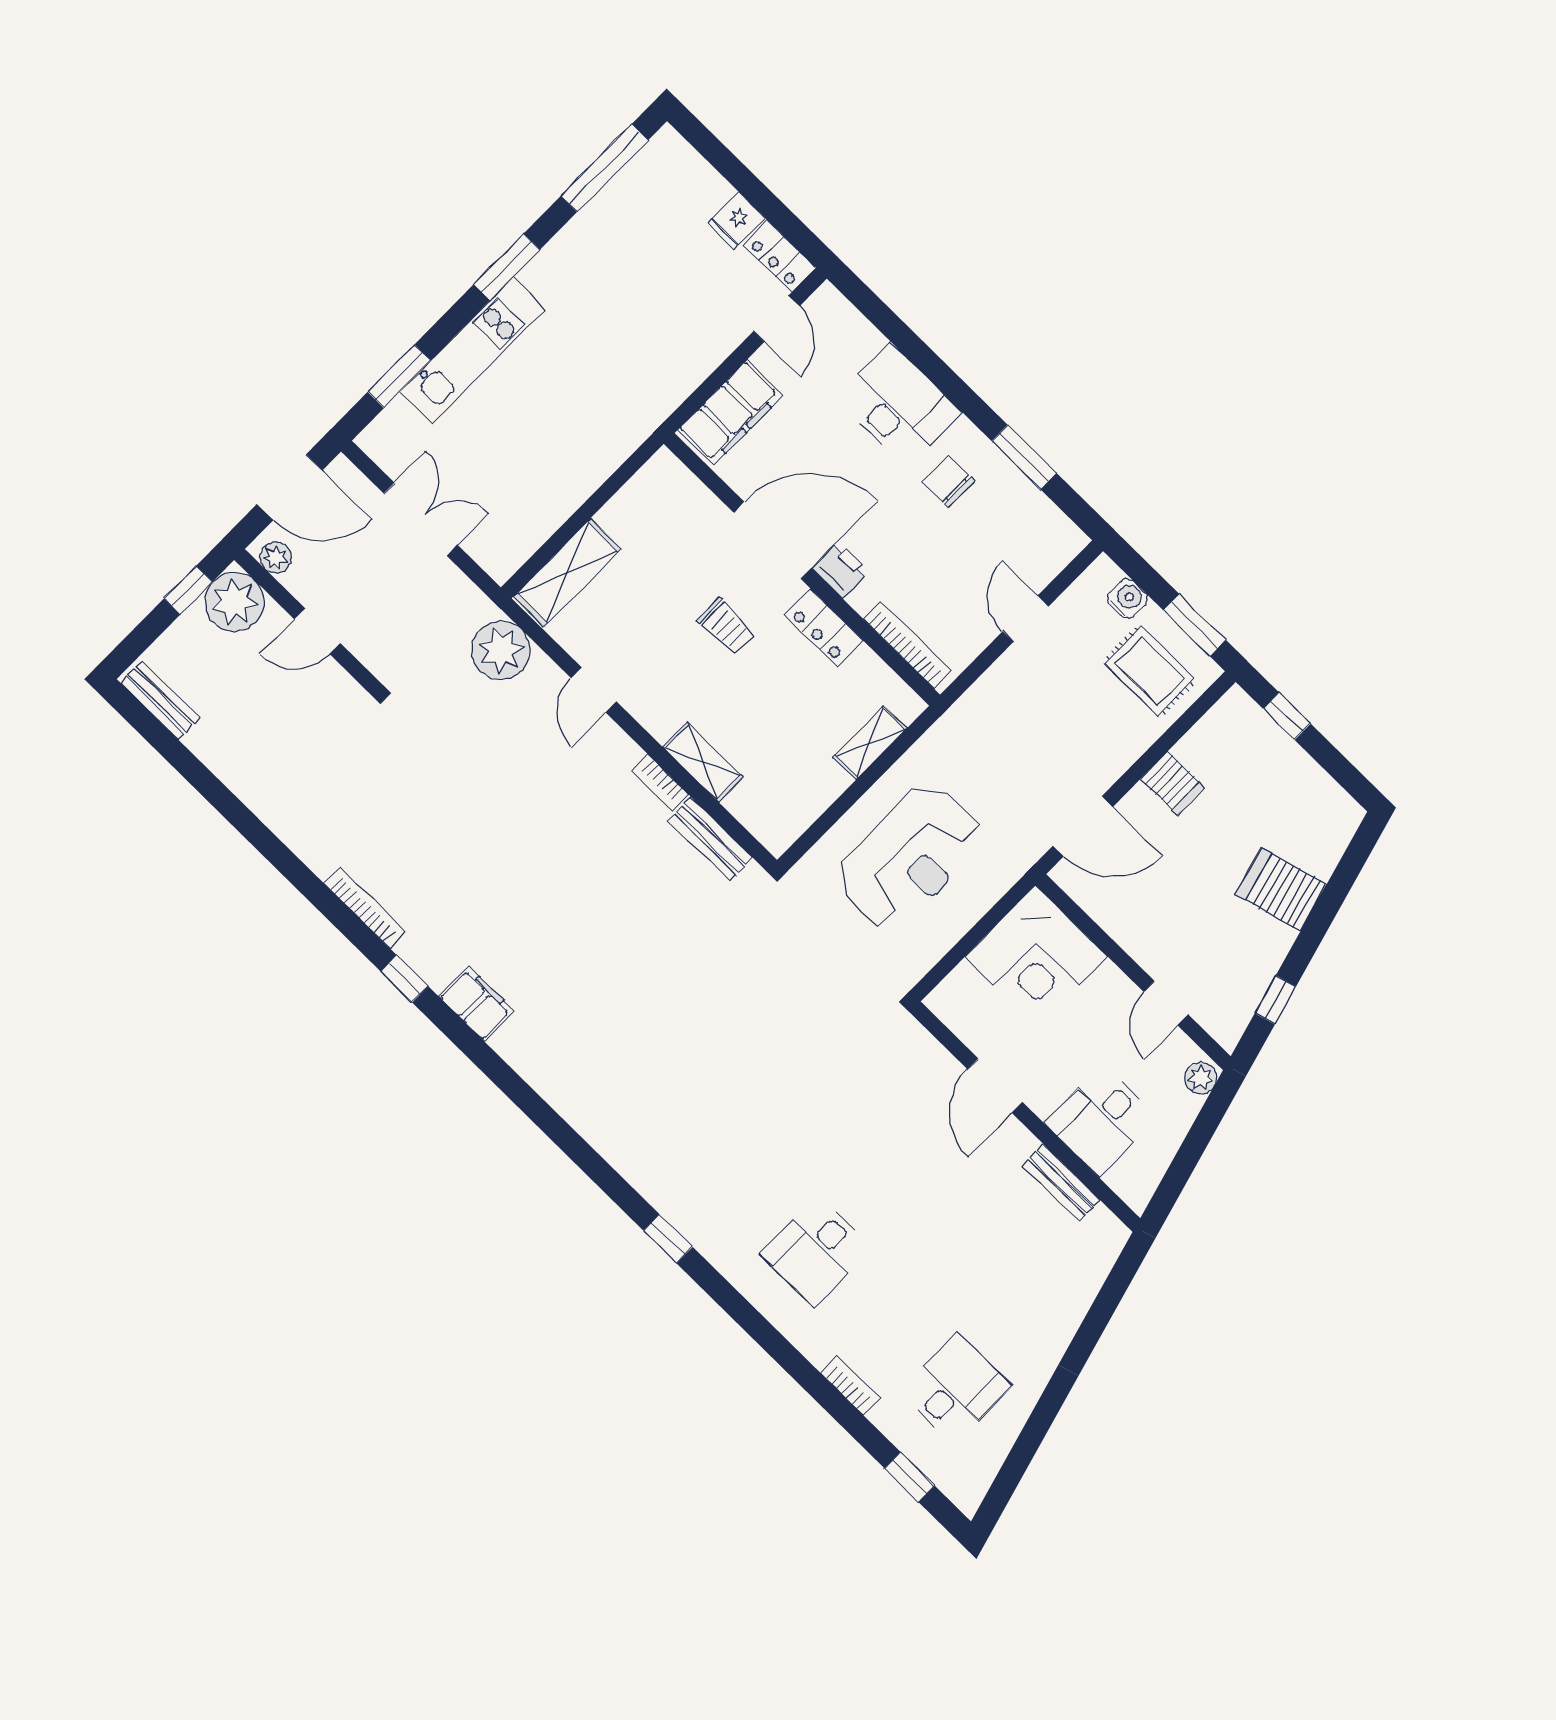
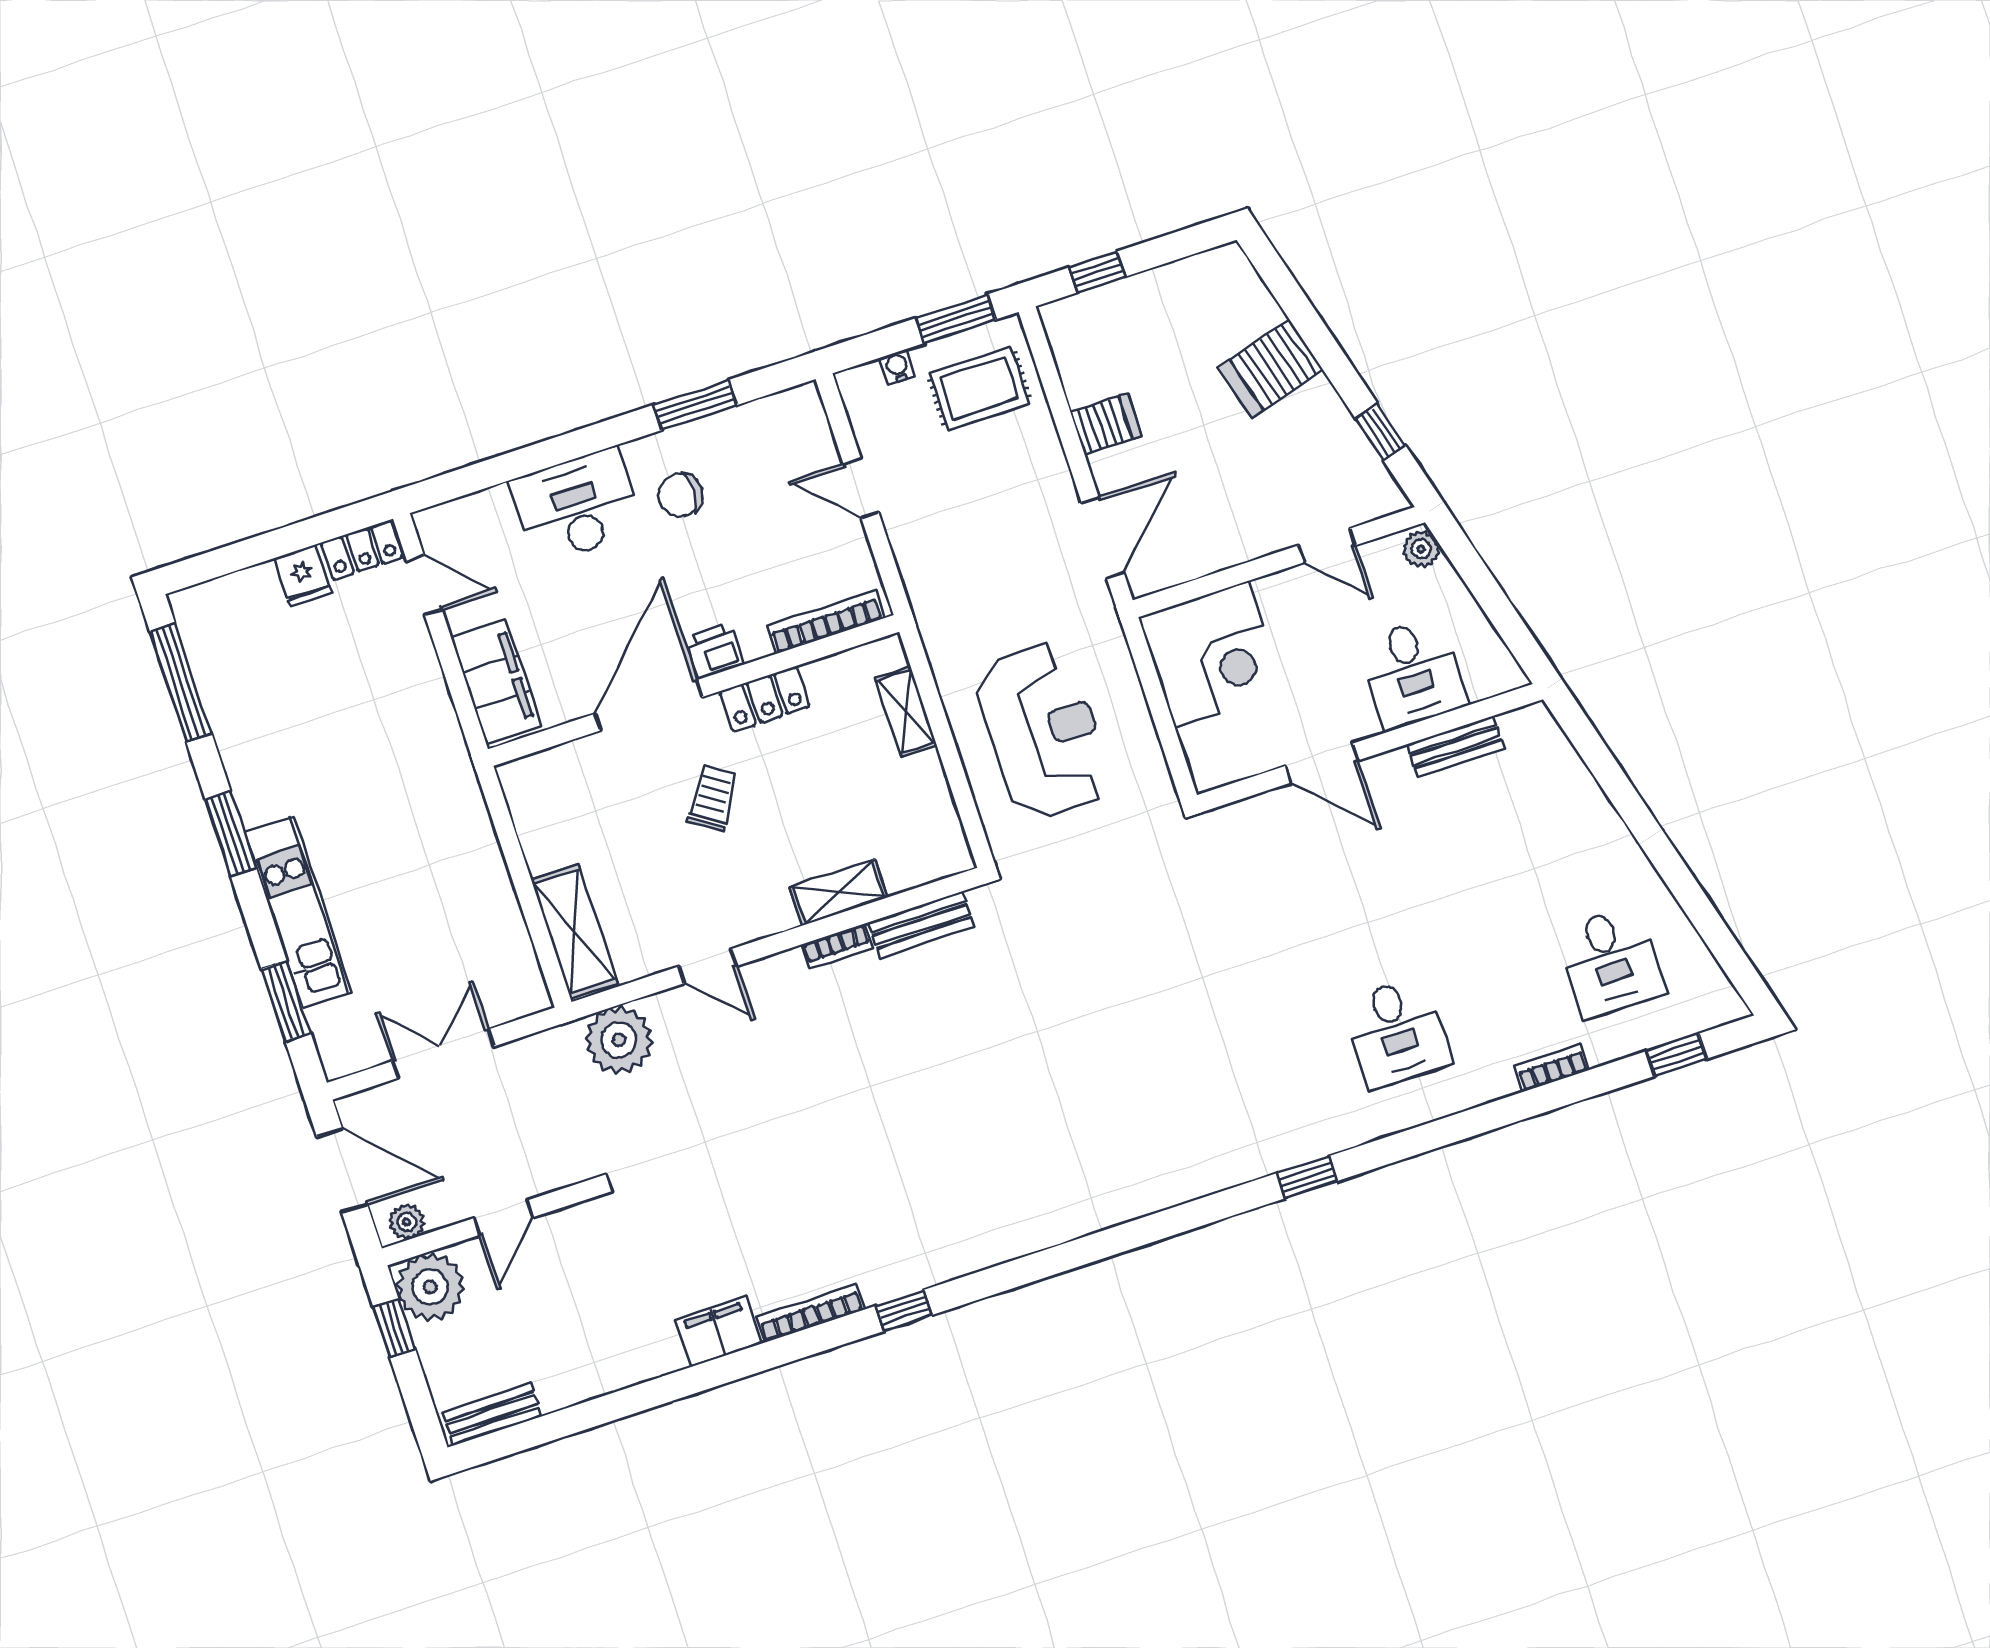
door: (290, 487) -> (342, 1171), hinge flipped
water cooler: (1127, 599) -> (897, 367), width x0.72, depth x0.72
trolley: (726, 627) -> (713, 798), turned -57
filing cabinet: (476, 1004) -> (718, 1332), moved
desk: (955, 1388) -> (1610, 962), turned 180

